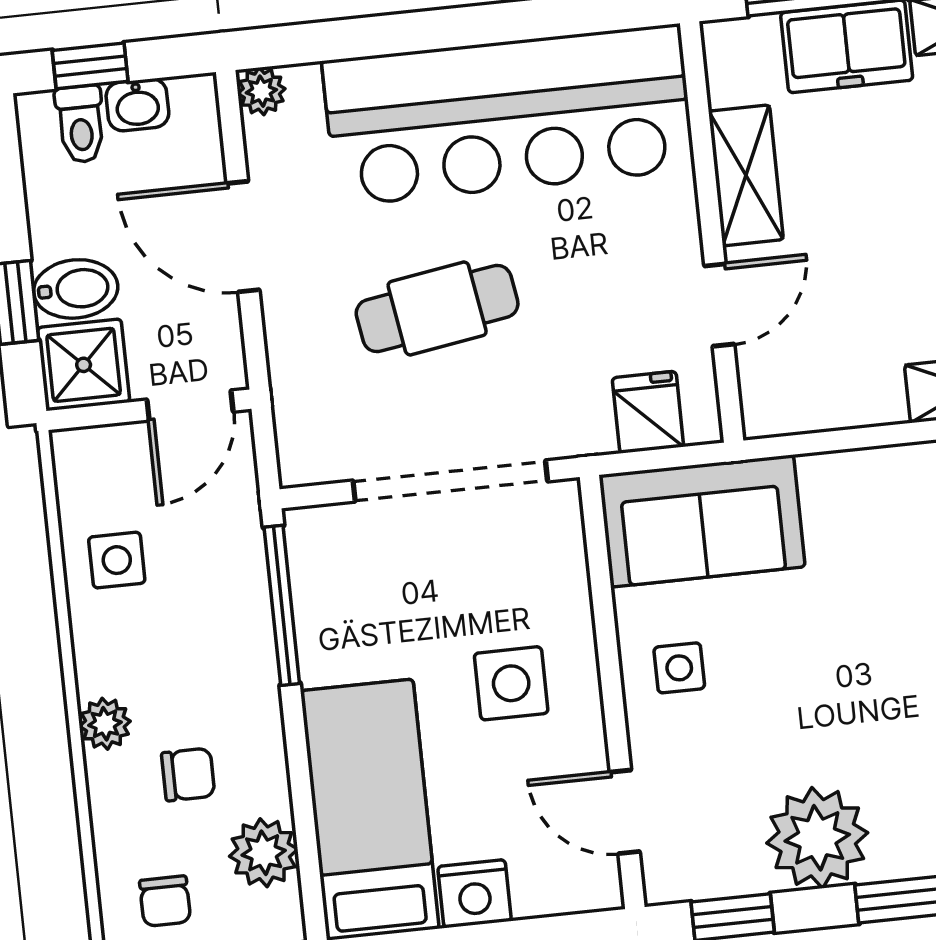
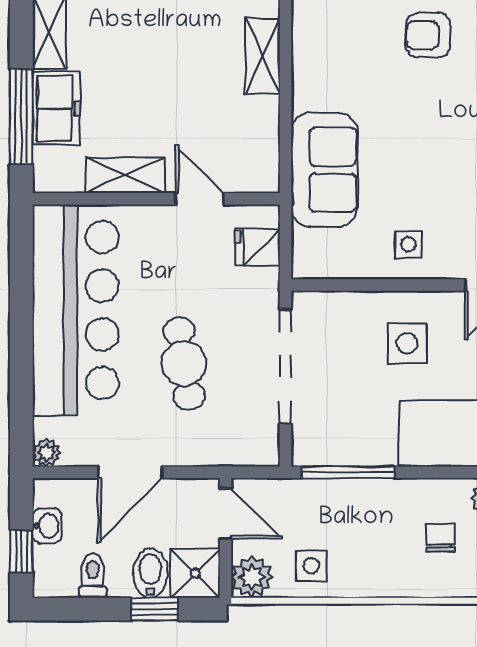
toilet: (81, 124) -> (93, 576), moved, turned -90
sofa: (702, 521) -> (324, 170), moved
plant: (105, 724) -> (252, 577), moved, width x1.38, depth x1.38

